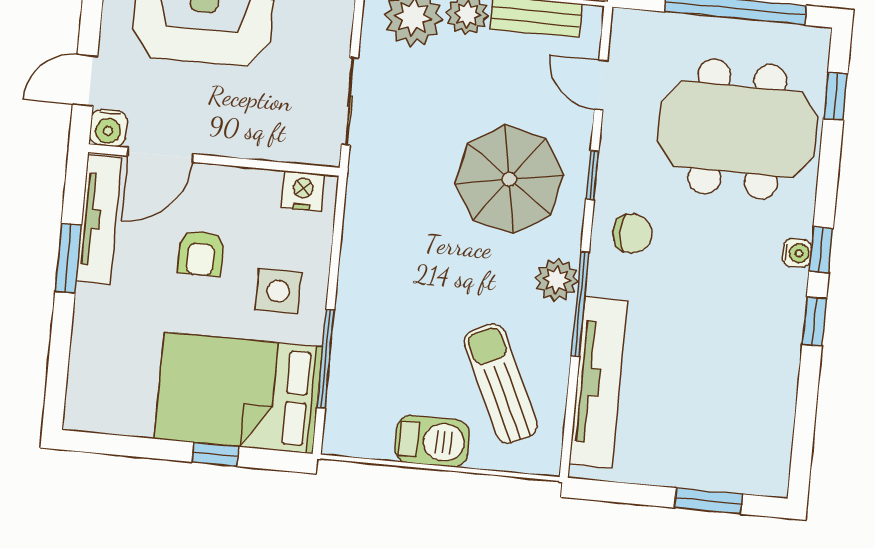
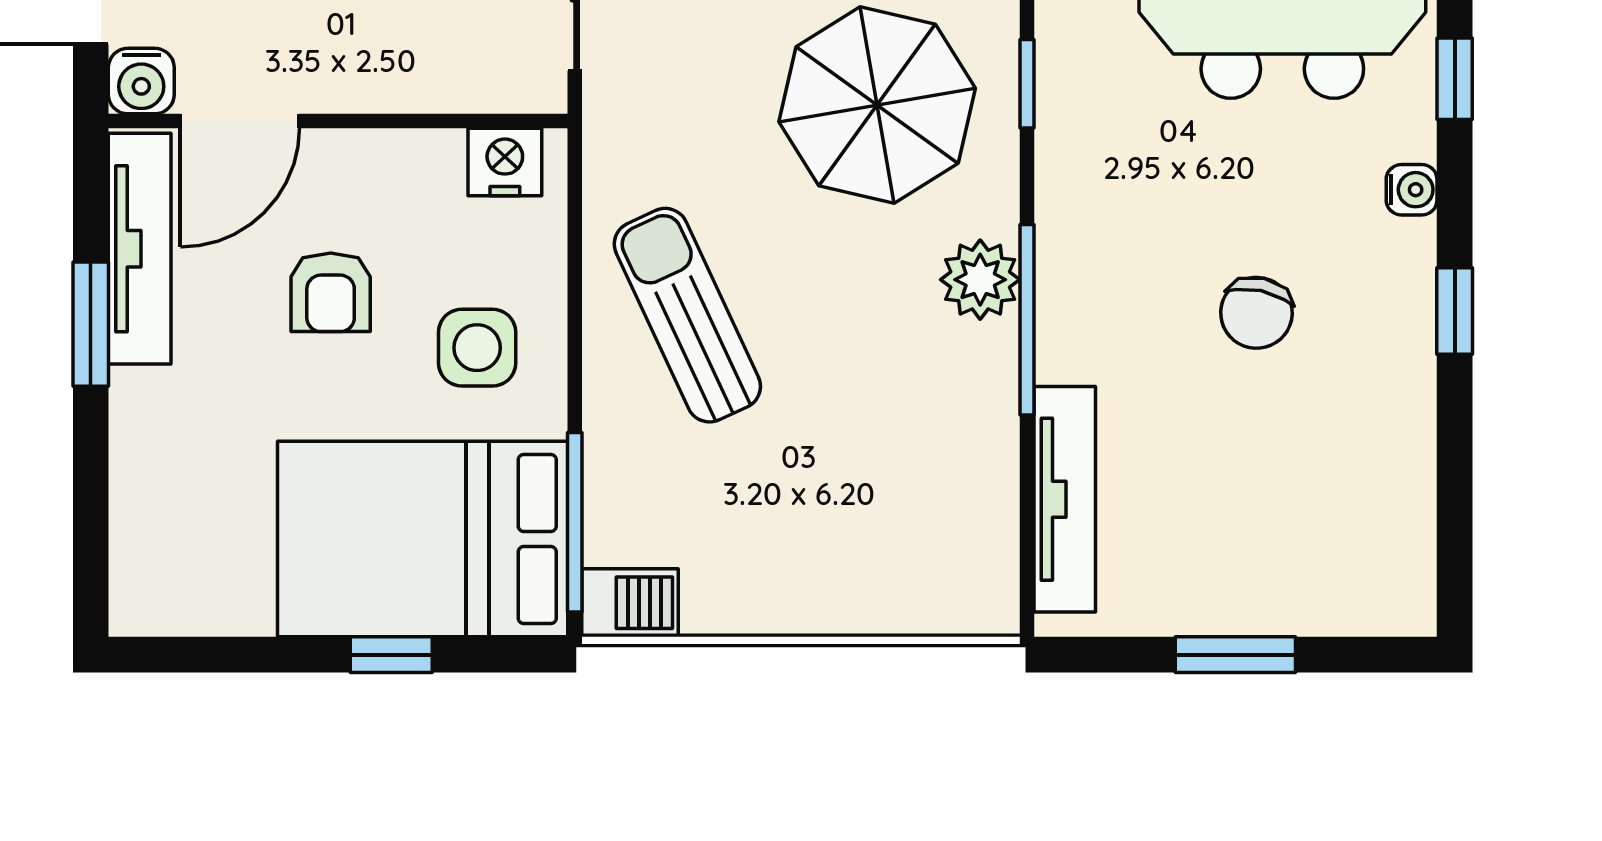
chair: (632, 233) -> (1256, 313), moved, turned 103
window: (821, 250) -> (1455, 79), moved
window: (326, 359) -> (575, 522), moved
tv unit: (598, 382) -> (1065, 499), width x0.73, depth x0.78
sun lounger: (501, 384) -> (687, 315), moved
barbecue: (432, 441) -> (630, 603), moved, width x0.73, depth x0.79
window: (709, 501) -> (1235, 655), moved

